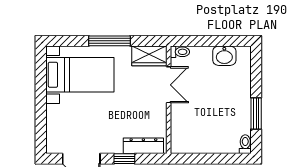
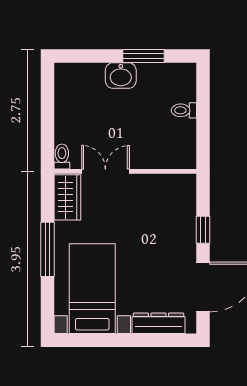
washbasin: (224, 56) -> (121, 76), moved, turned 90
toilet: (245, 144) -> (184, 110), moved
dresser: (143, 146) -> (158, 323), moved, turned 90

